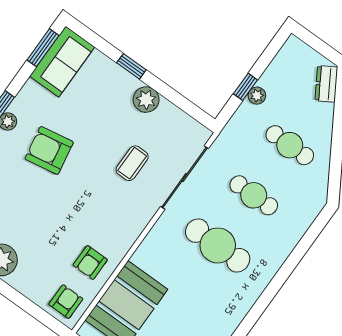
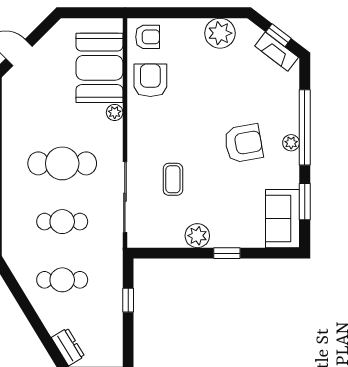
window: (43, 48) -> (305, 202), moved
plant: (257, 96) -> (115, 112), moved
armchair: (90, 262) -> (150, 80), width x1.38, depth x1.38
armchair: (66, 302) -> (148, 37), turned -90

